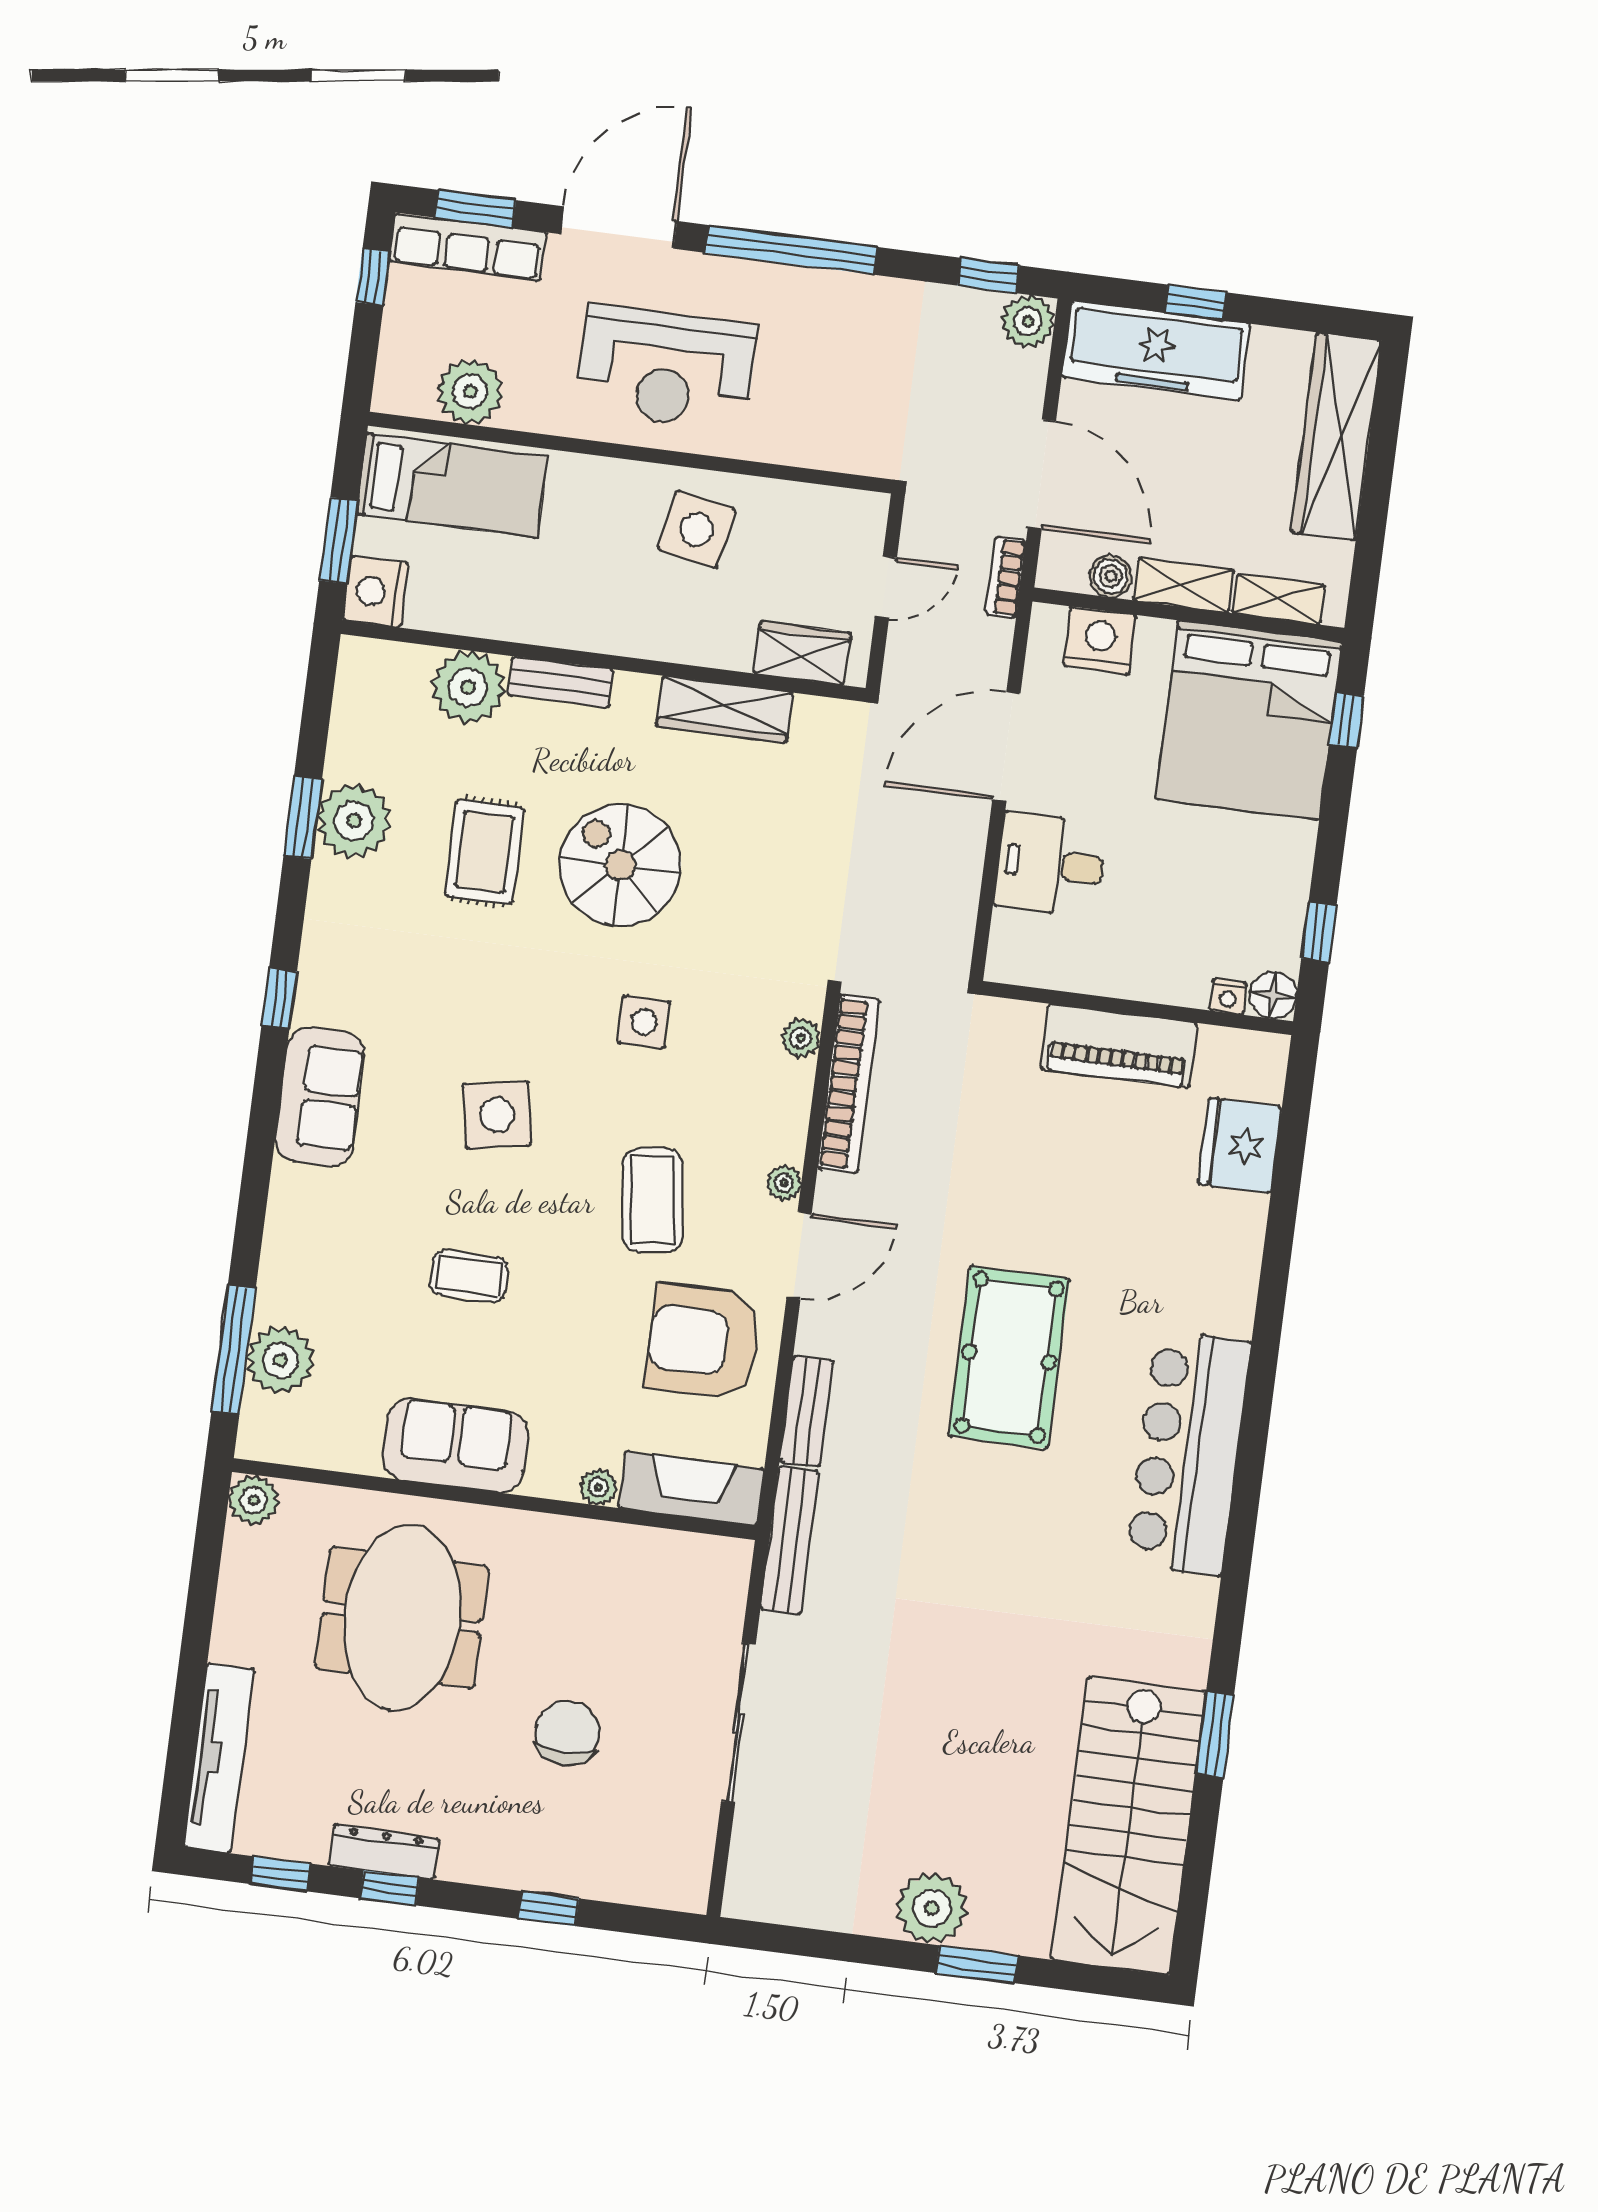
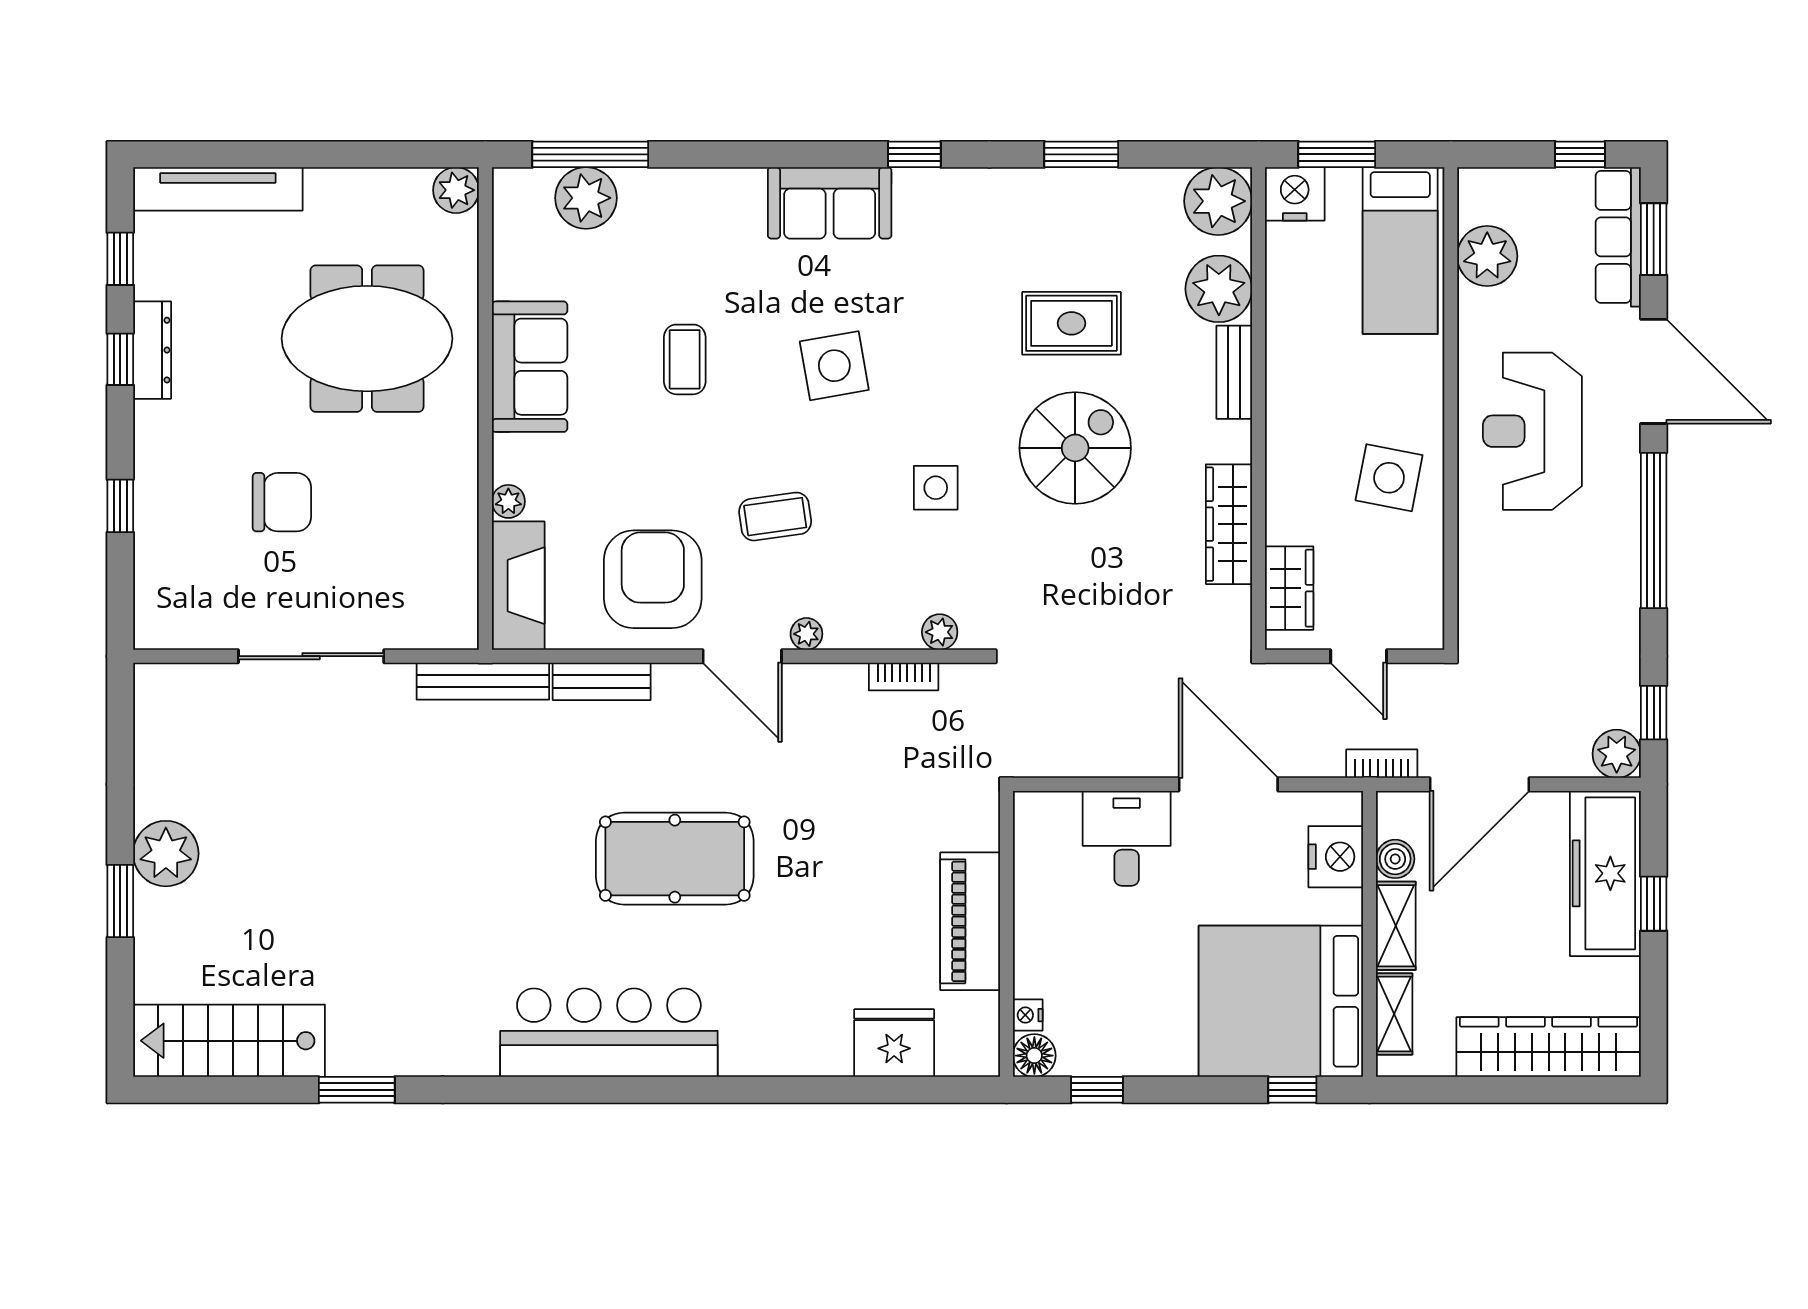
plant: (354, 821) -> (1218, 201), moved
bookcase: (849, 1084) -> (904, 677), width x0.43, depth x0.76
coffee table: (652, 1200) -> (775, 517), width x0.73, depth x0.77
stairs: (1129, 1826) -> (229, 1041), width x0.73, depth x0.66

